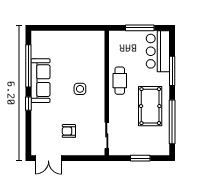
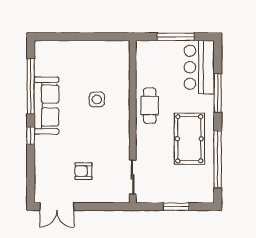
side table: (80, 89) -> (97, 99), moved

